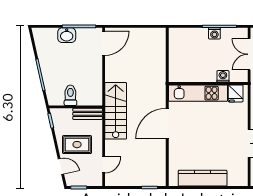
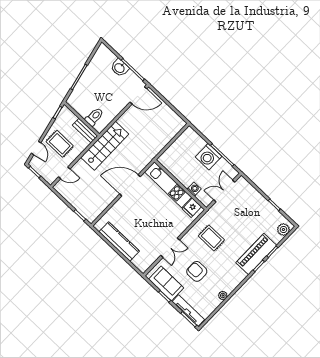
washing machine: (214, 33) -> (209, 157), width x1.89, depth x1.89
toilet: (70, 95) -> (94, 117), moved

